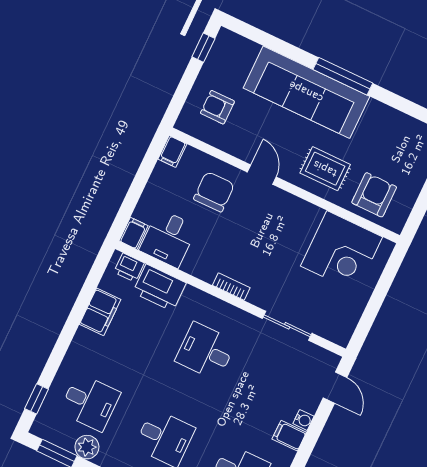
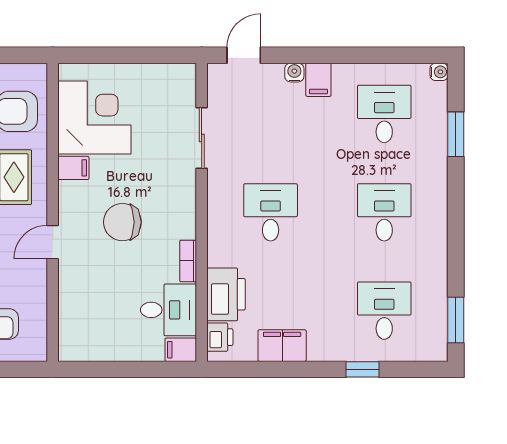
filing cabinet: (172, 151) -> (73, 168), moved
chair: (214, 192) -> (122, 222), moved
bookcase: (231, 287) -> (188, 261), moved
desk: (206, 351) -> (271, 212), turned 180
window: (37, 399) -> (362, 369), moved
plant: (87, 447) -> (434, 291), removed

